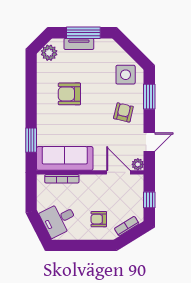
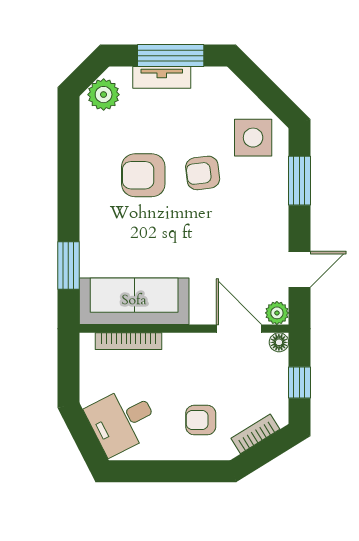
armchair: (123, 112) -> (203, 173), moved, turned -110
floor lamp: (139, 179) -> (279, 342), added

